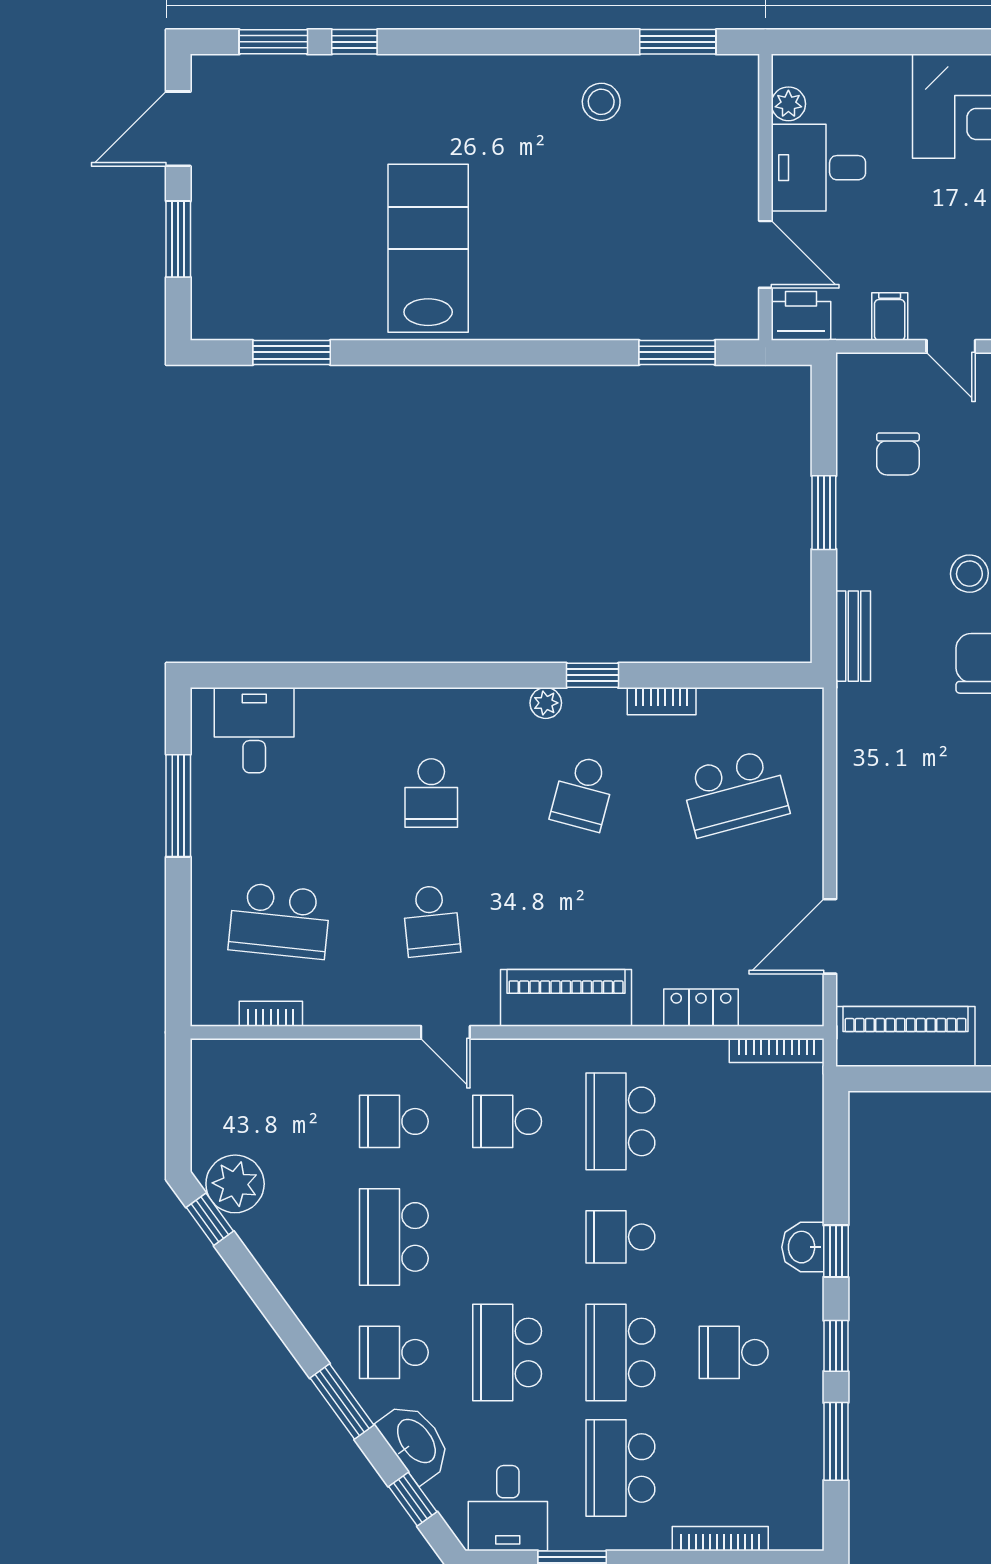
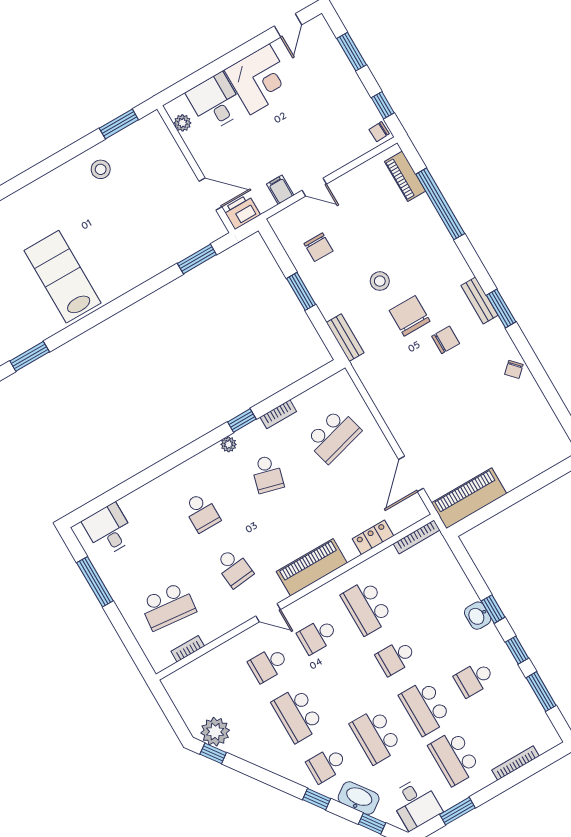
desk: (818, 168) -> (215, 102), moved, turned 90
window: (342, 1402) -> (317, 799), width x0.67

